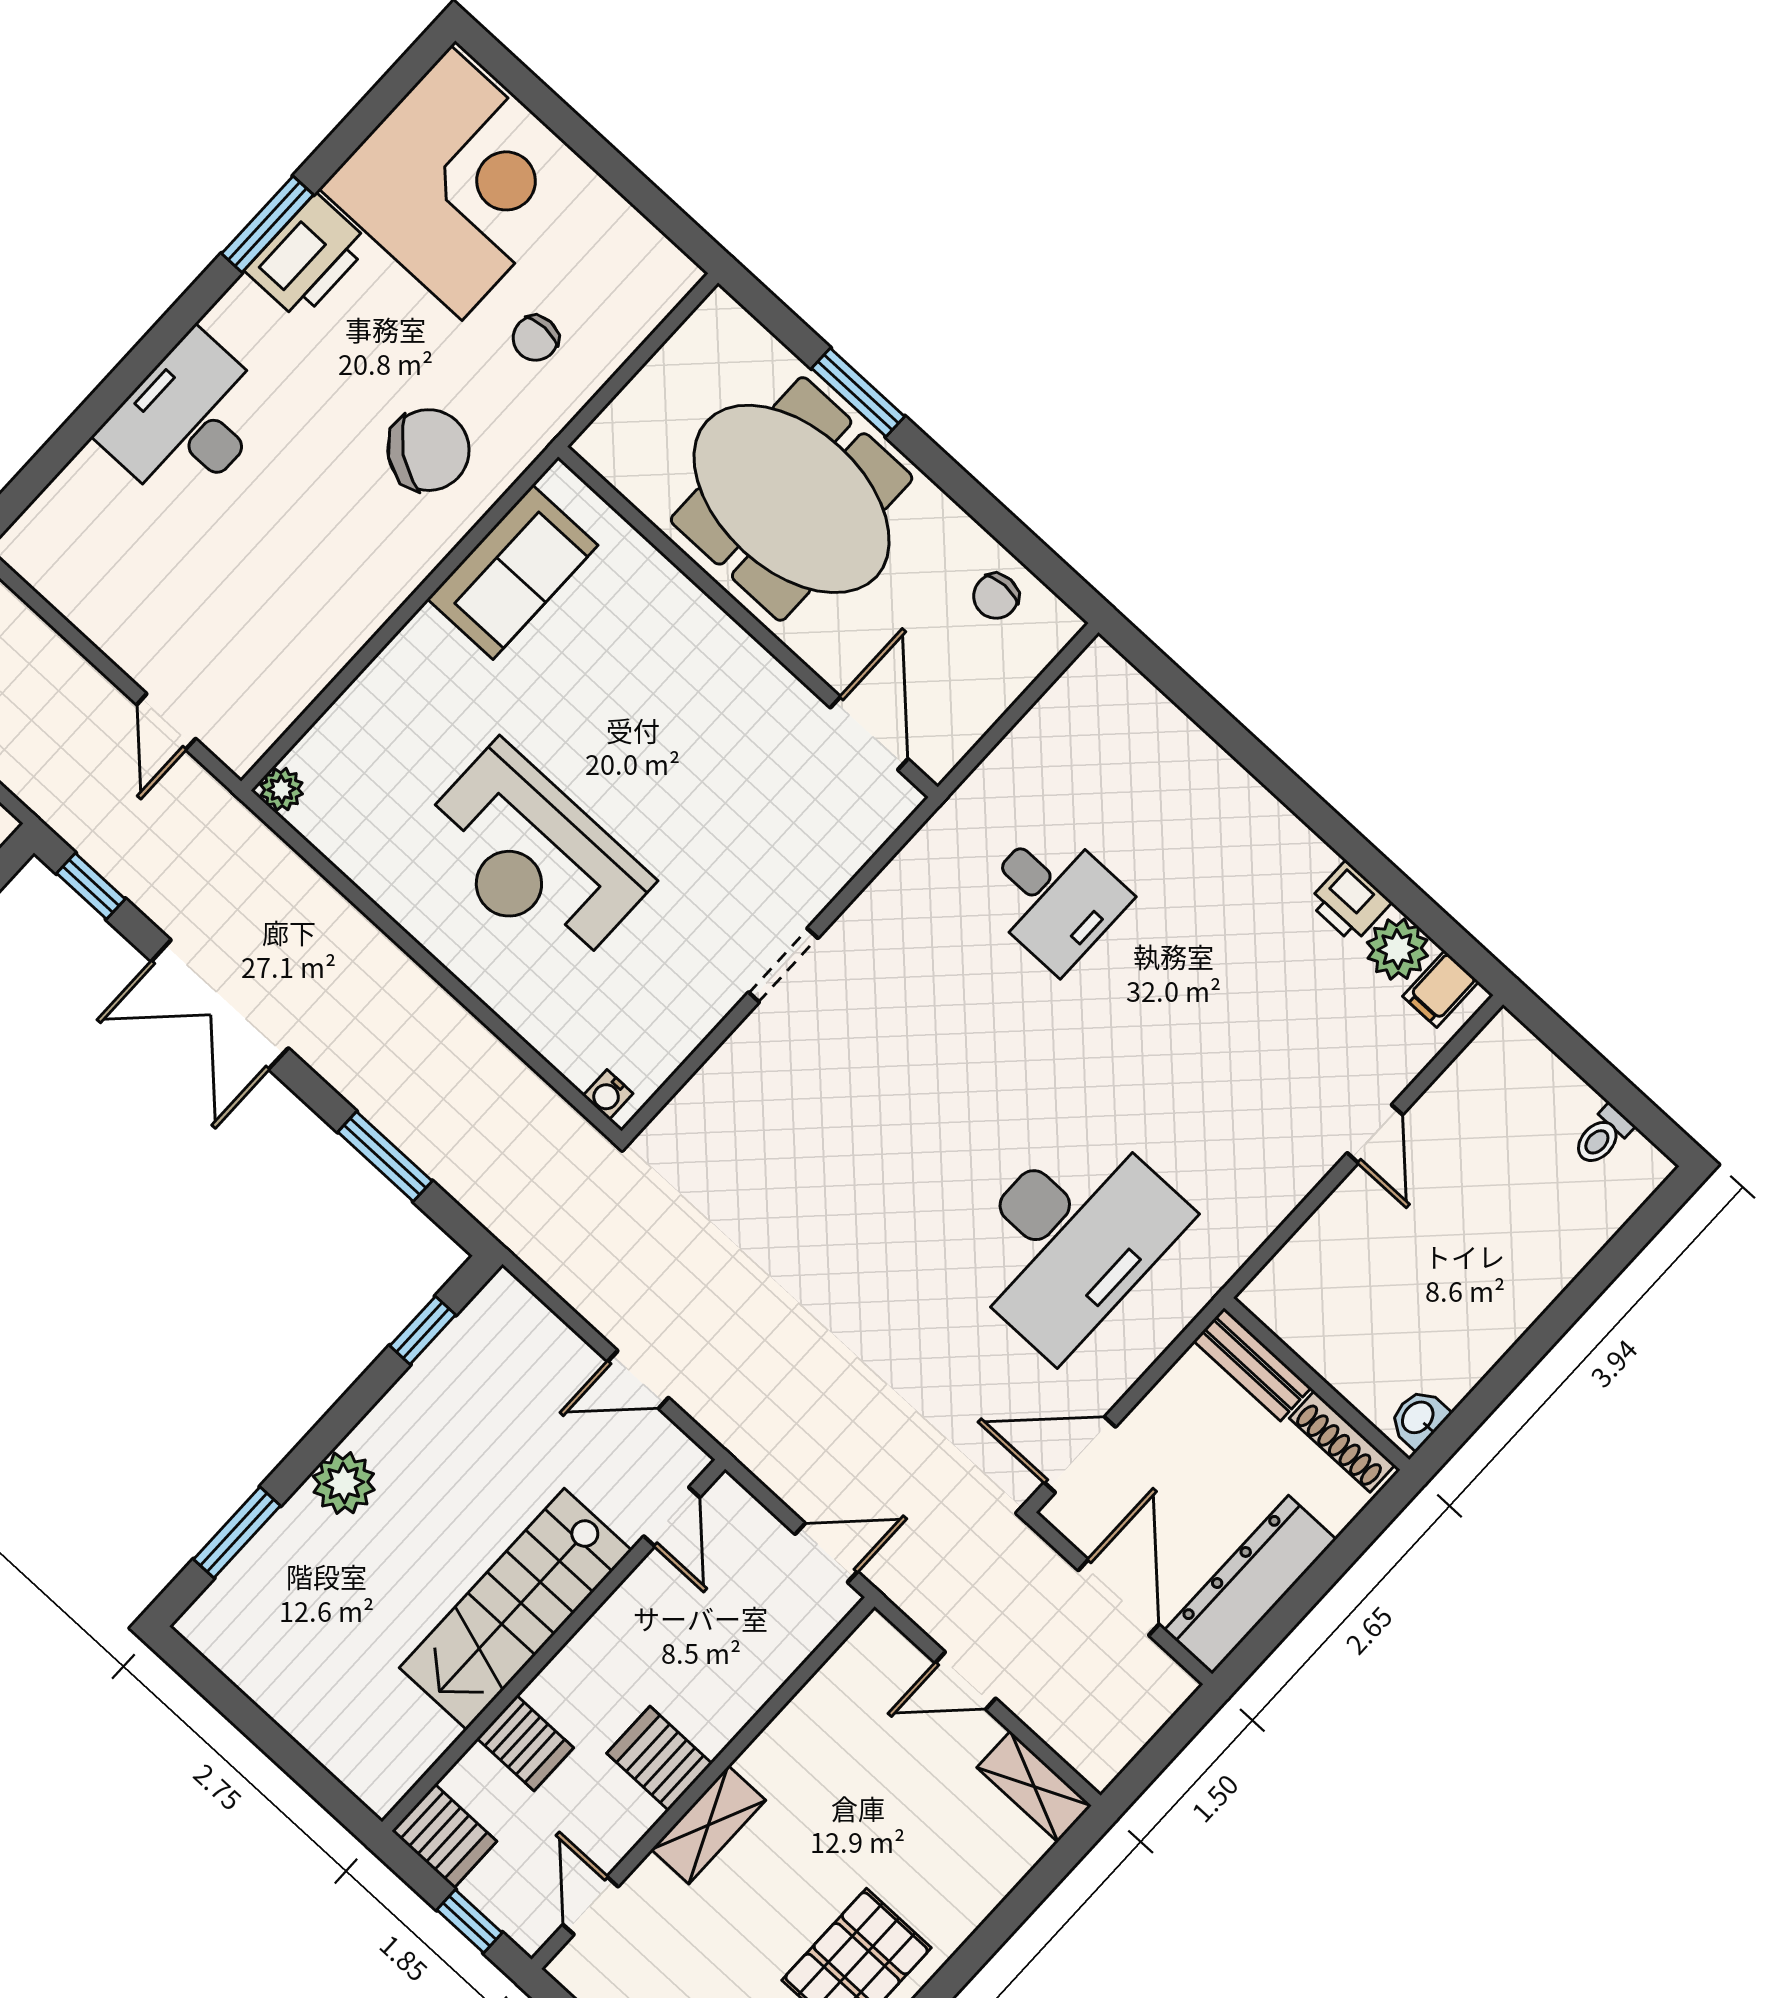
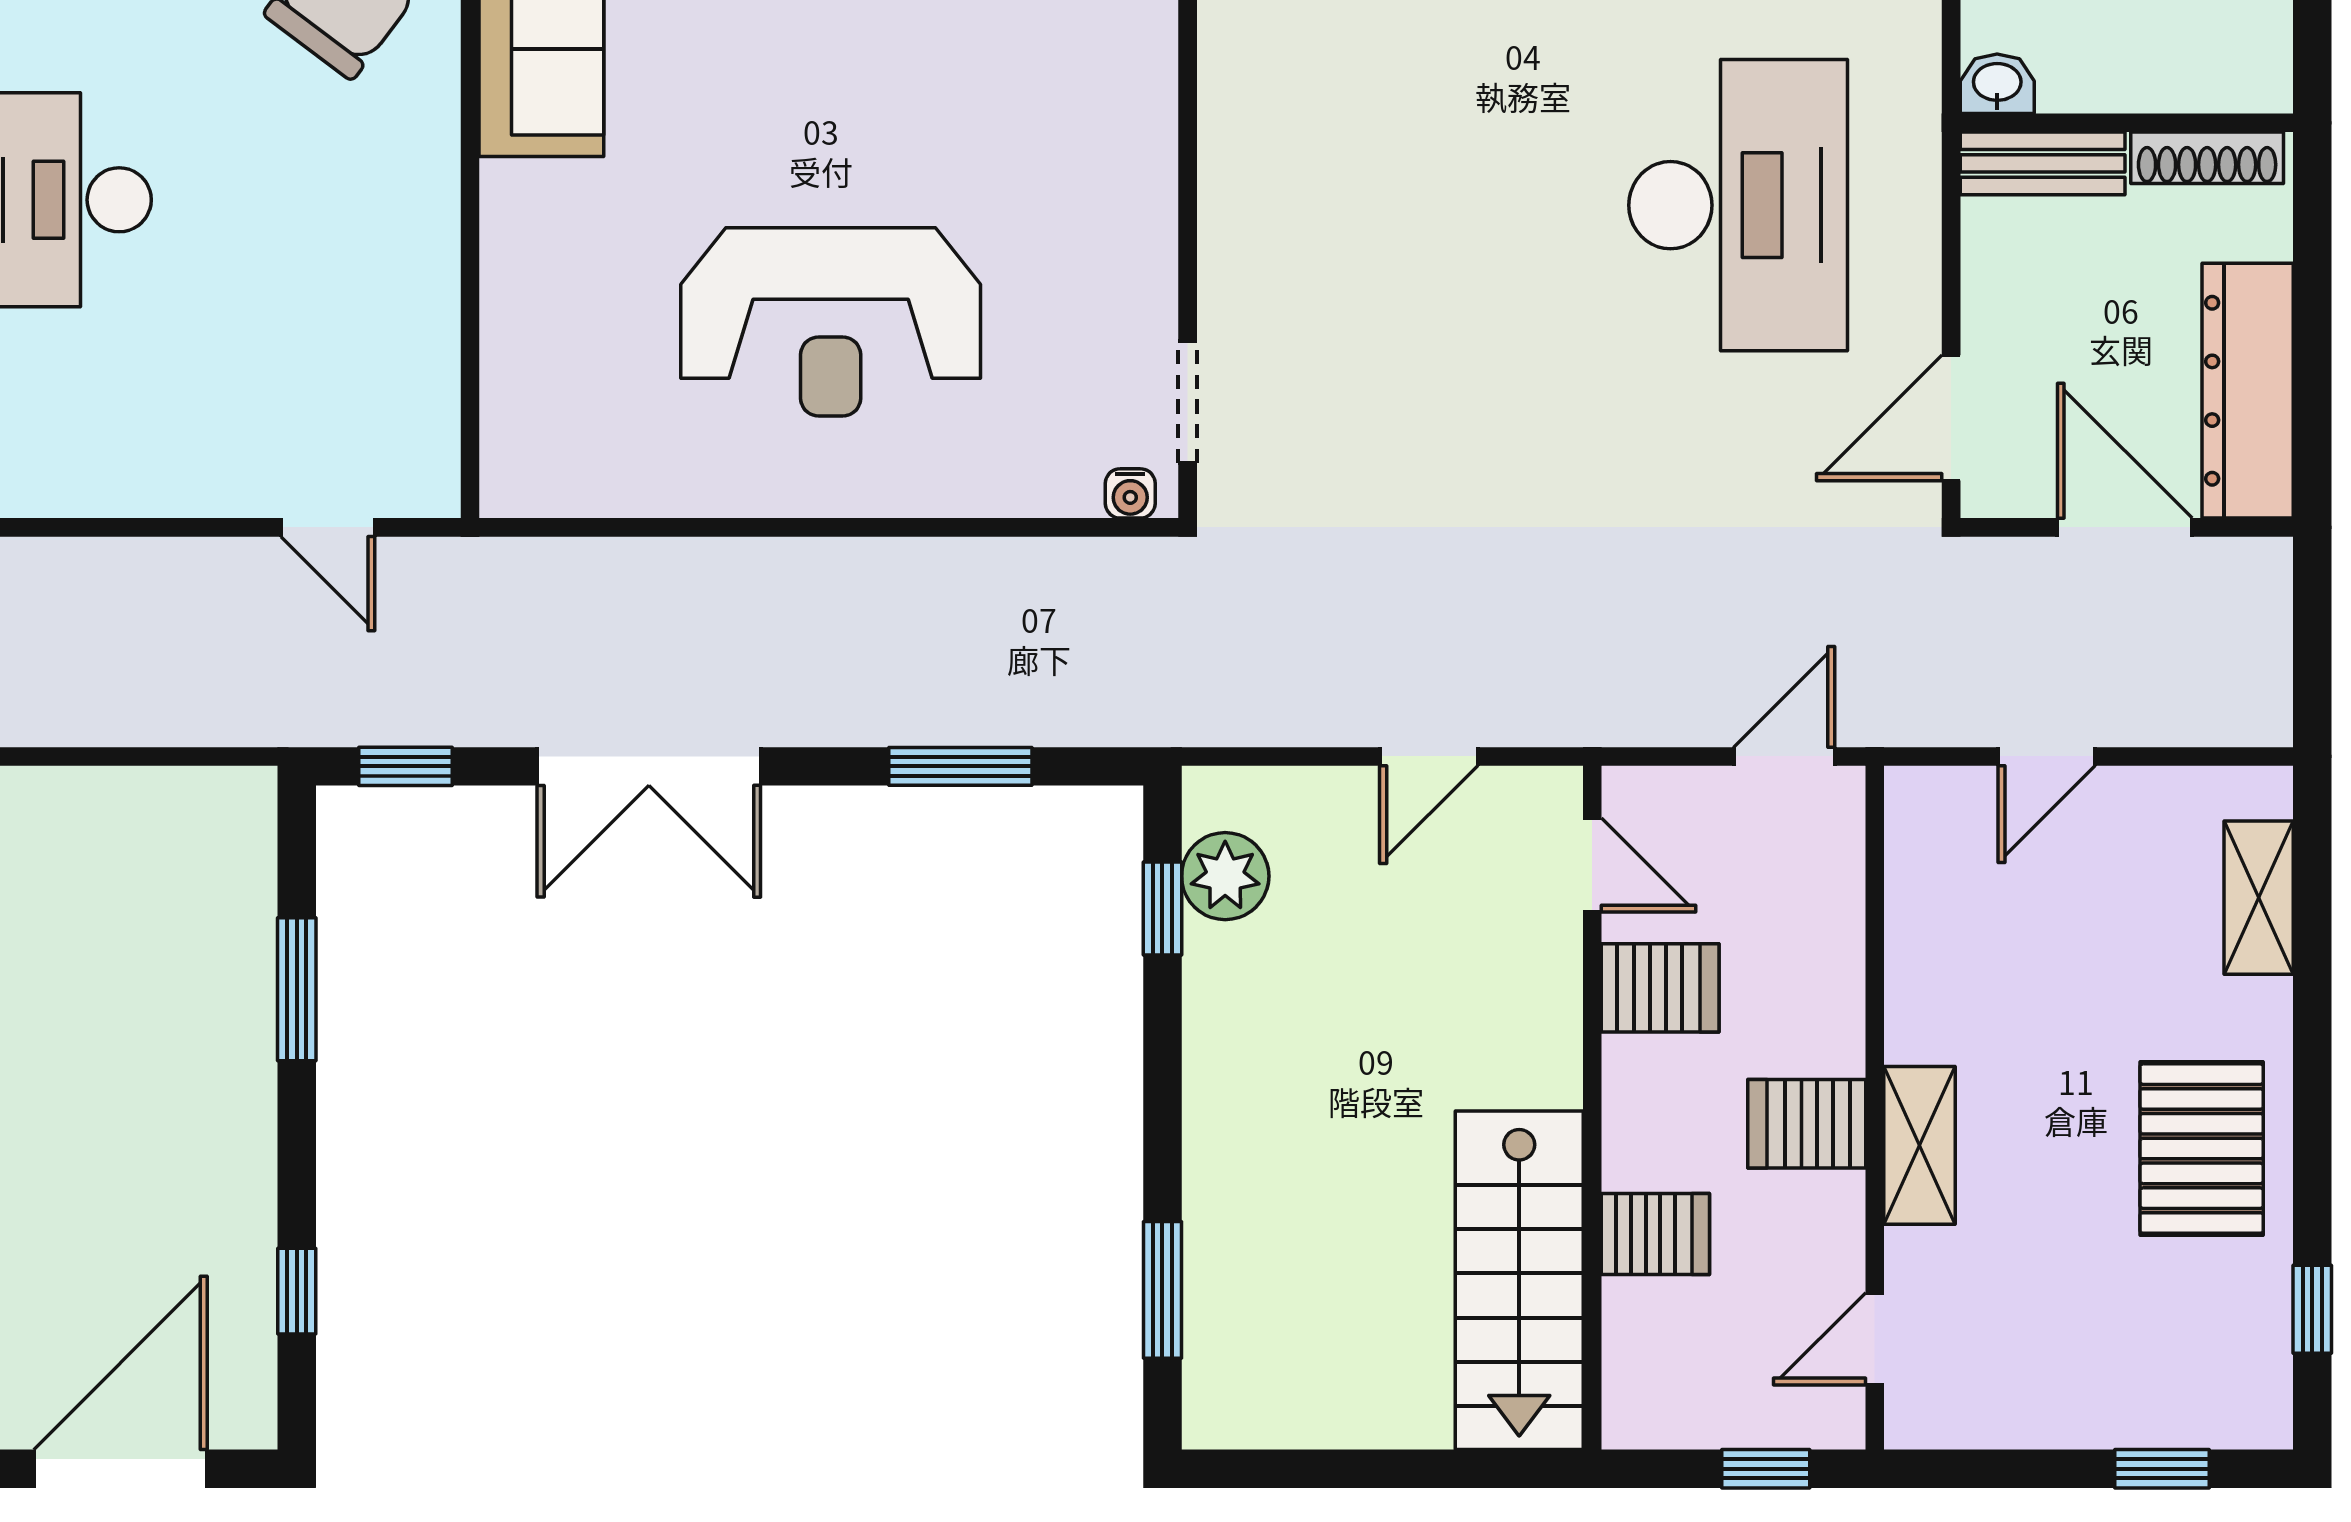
plant: (281, 789) -> (509, 488), removed
doorway: (783, 965) -> (1188, 402), moved
washbasin: (1419, 1418) -> (1997, 84), moved, turned 90
plant: (344, 1483) -> (1225, 876), moved
stairs: (515, 1609) -> (1519, 1280), moved
shelving: (1034, 1787) -> (2259, 898), moved, turned 90
server rack: (444, 1836) -> (1660, 988), moved
door: (591, 1906) -> (1875, 1339), hinge flipped

